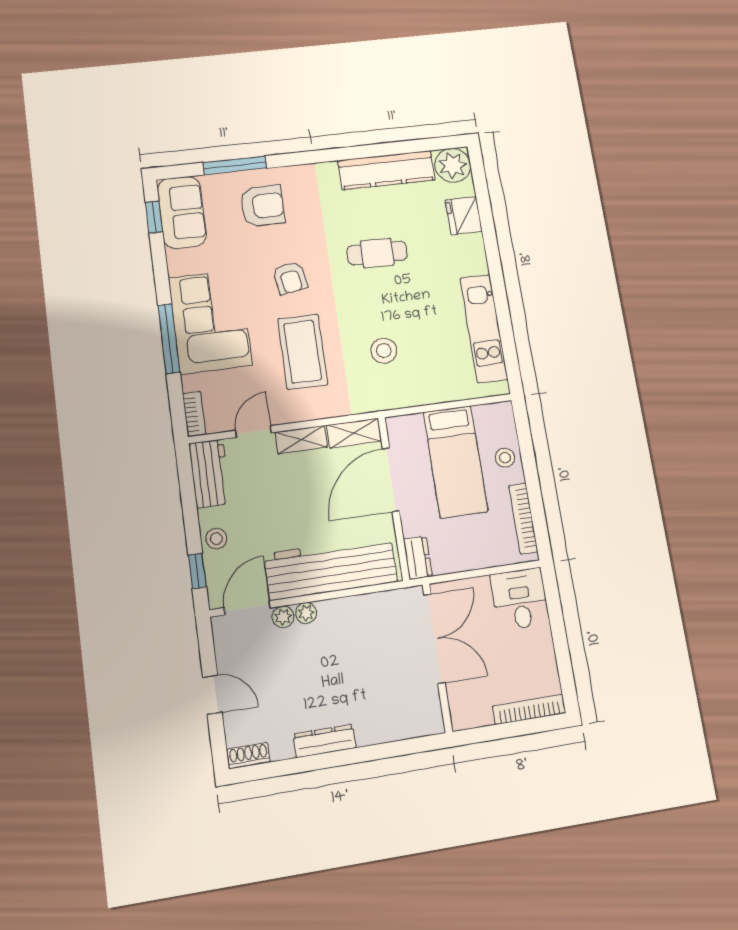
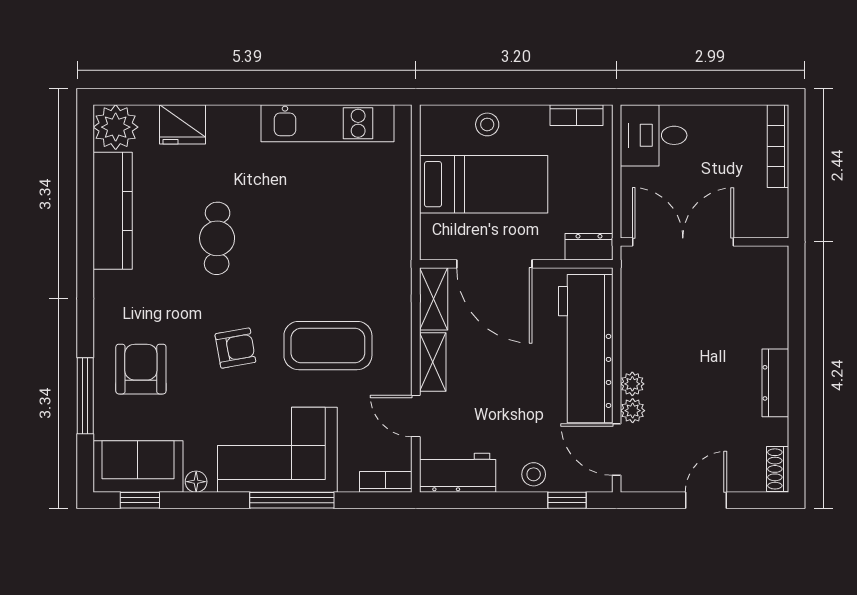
floor lamp: (175, 260) -> (196, 482), added
stool: (384, 351) -> (339, 249), removed
bookcase: (523, 518) -> (576, 115), width x0.64

